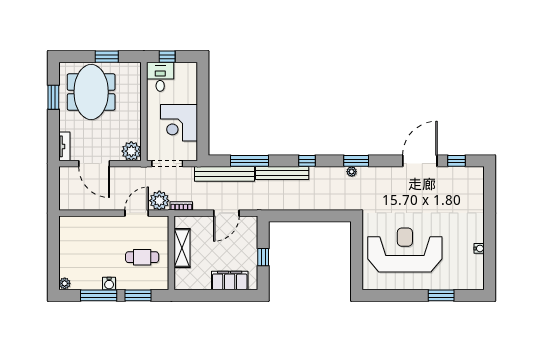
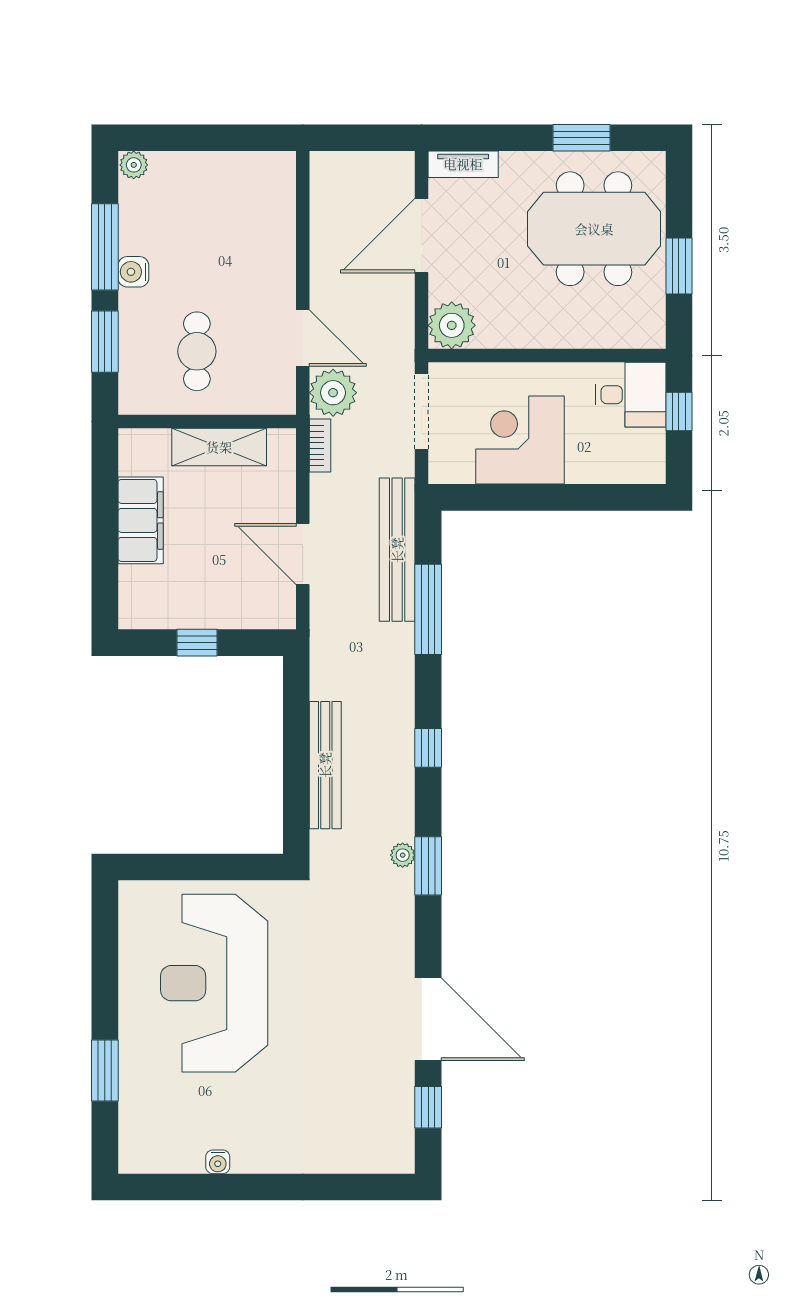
bench: (282, 173) -> (325, 765), moved
reception desk: (405, 250) -> (214, 983), turned 180
filing cabinet: (230, 281) -> (141, 520), moved

